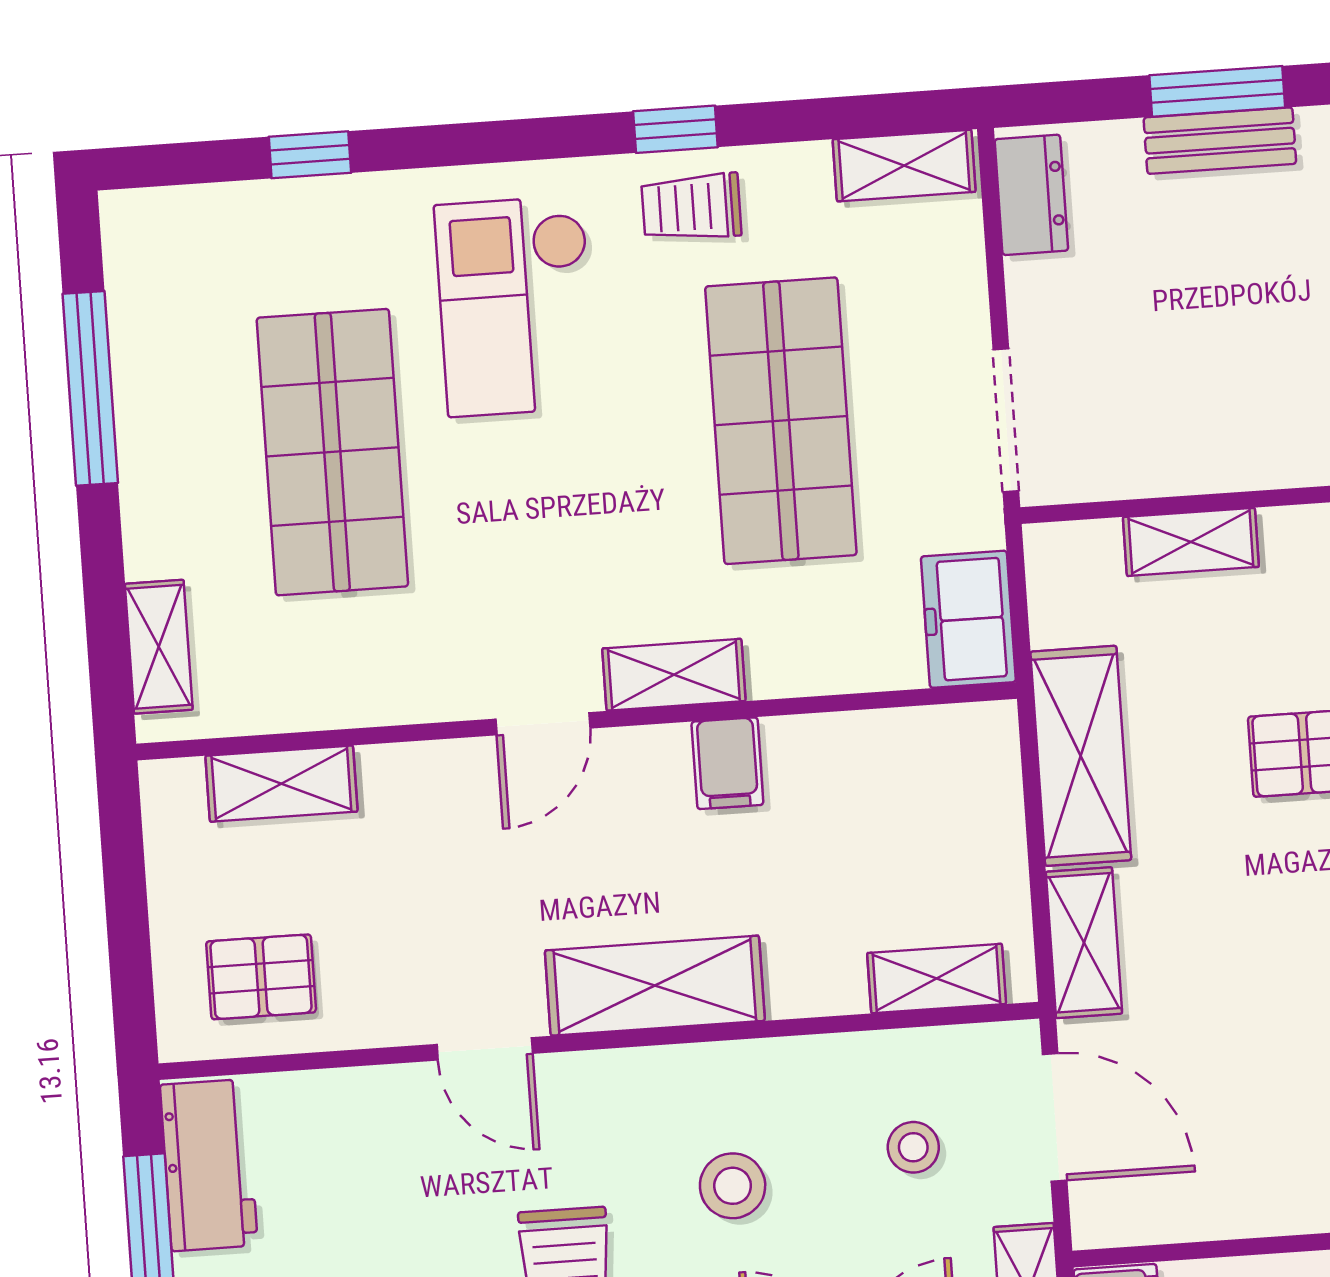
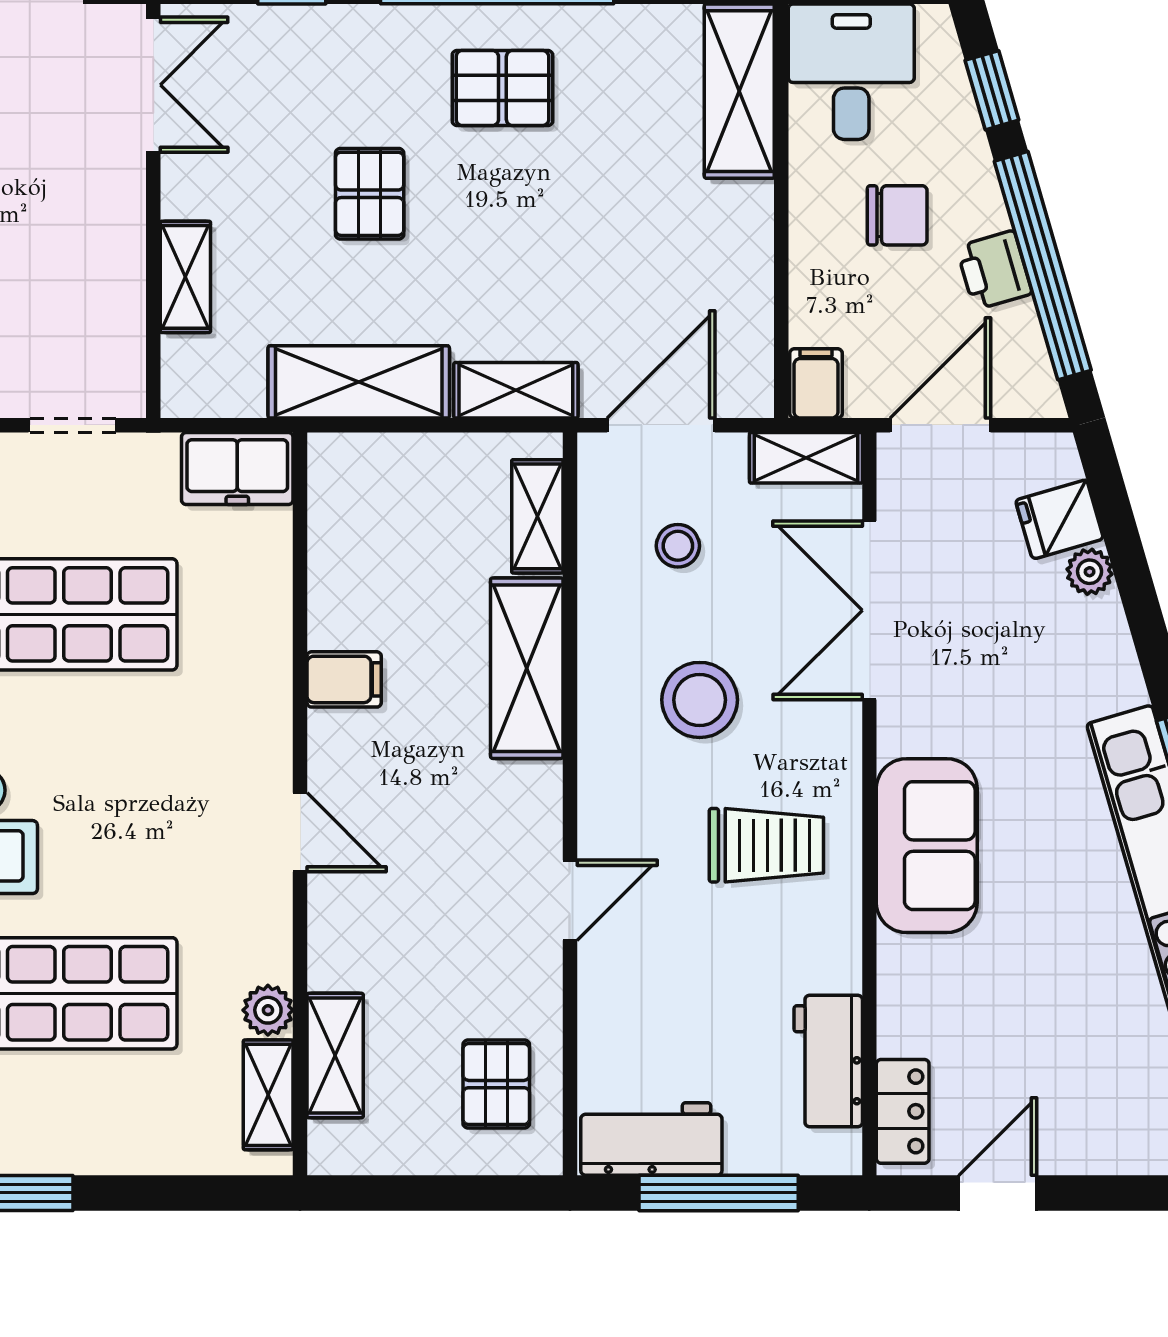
doorway: (1006, 420) -> (72, 425), width x0.73
shelving: (159, 647) -> (268, 1095), moved, turned 90
shelving: (674, 675) -> (267, 719), removed
plant: (330, 700) -> (268, 1010), added
shelving: (655, 986) -> (527, 668), moved
stool: (733, 1186) -> (700, 700), width x1.38, depth x1.38

